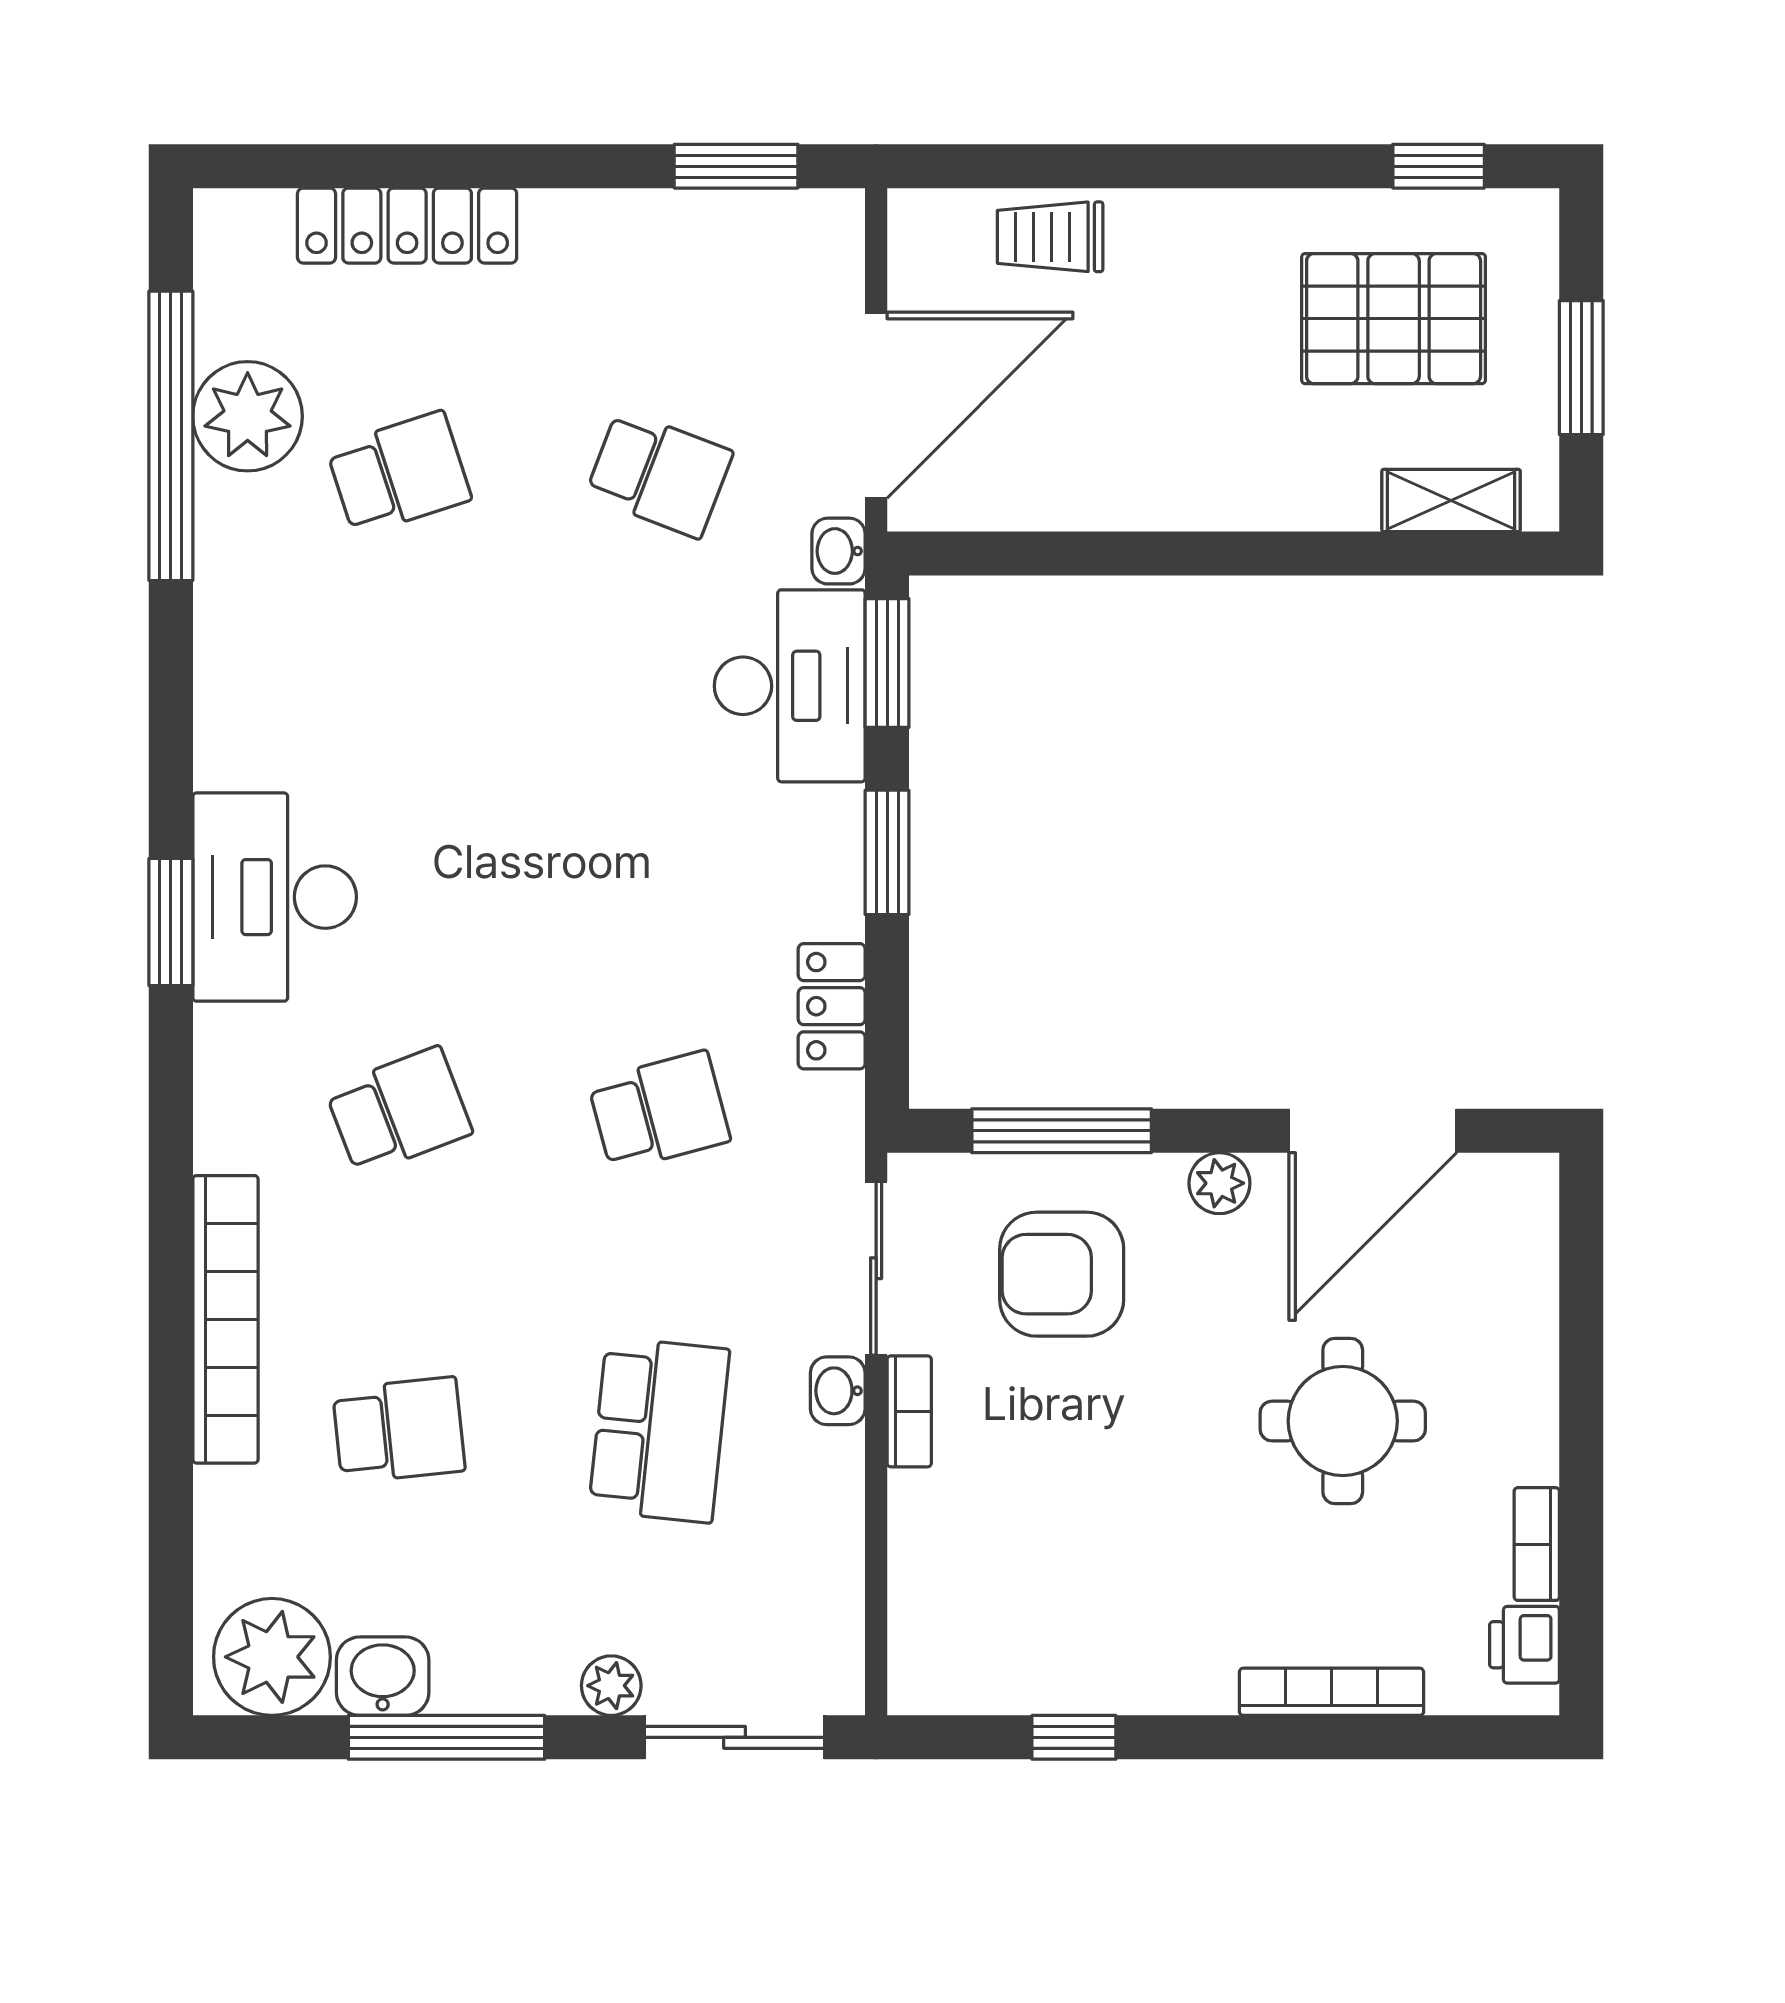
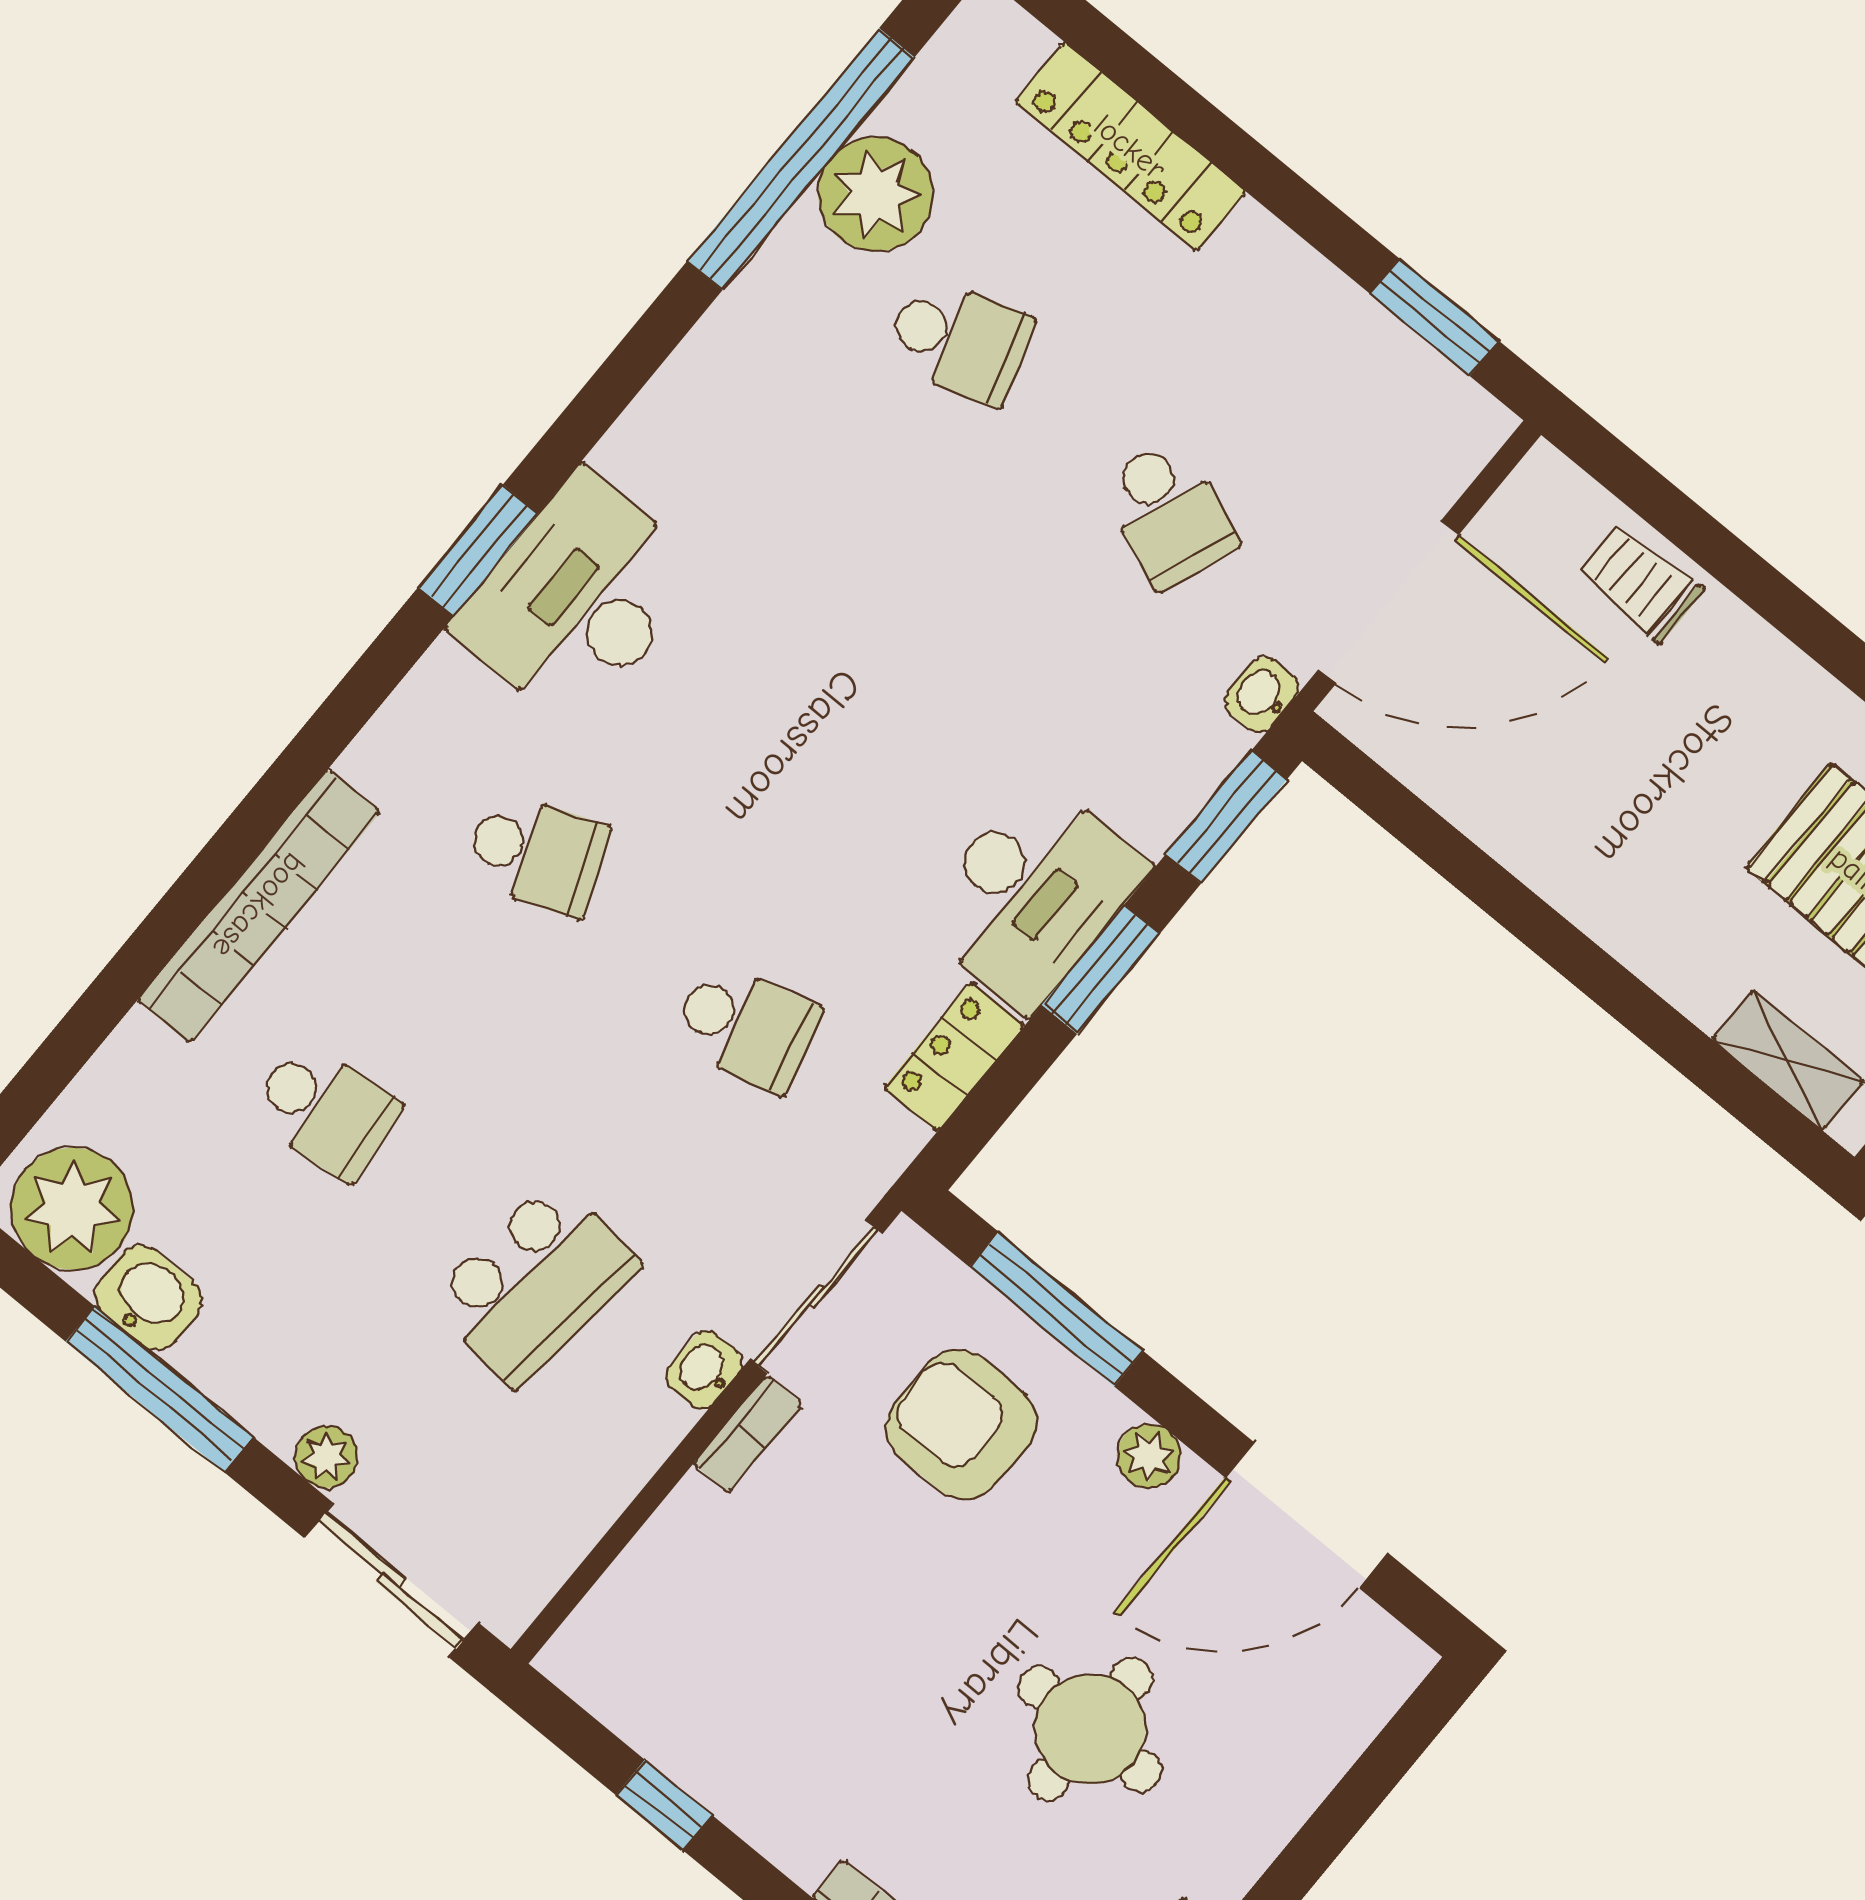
desk: (790, 686) -> (1032, 893), moved

